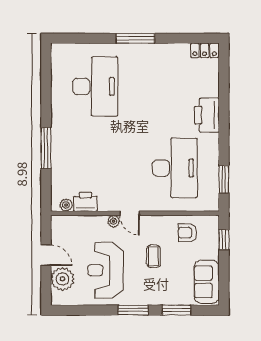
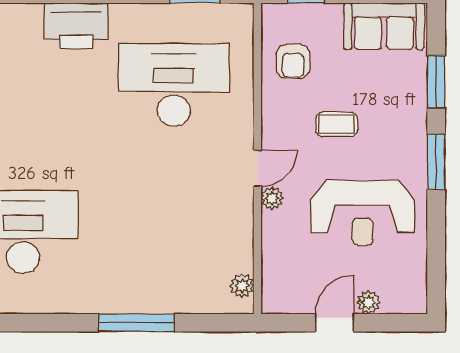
printer: (85, 202) -> (236, 250), removed
plant: (62, 279) -> (368, 302), width x0.53, depth x0.53

